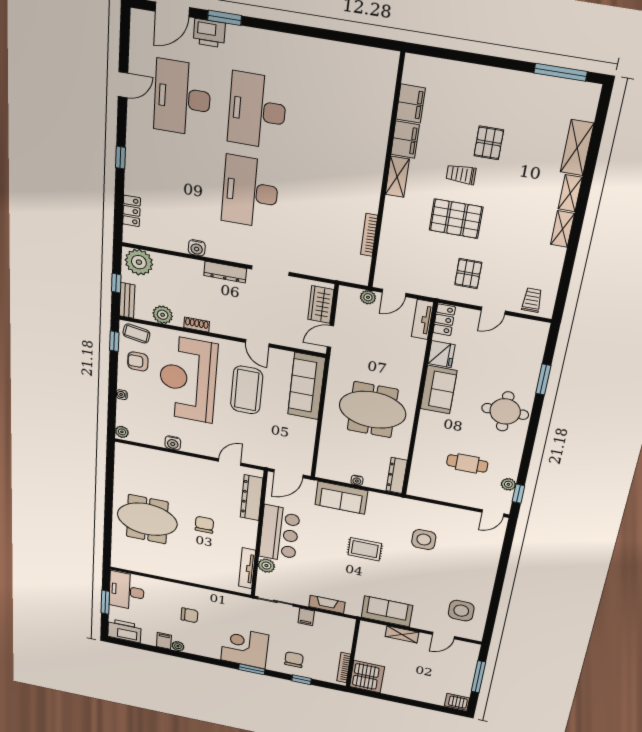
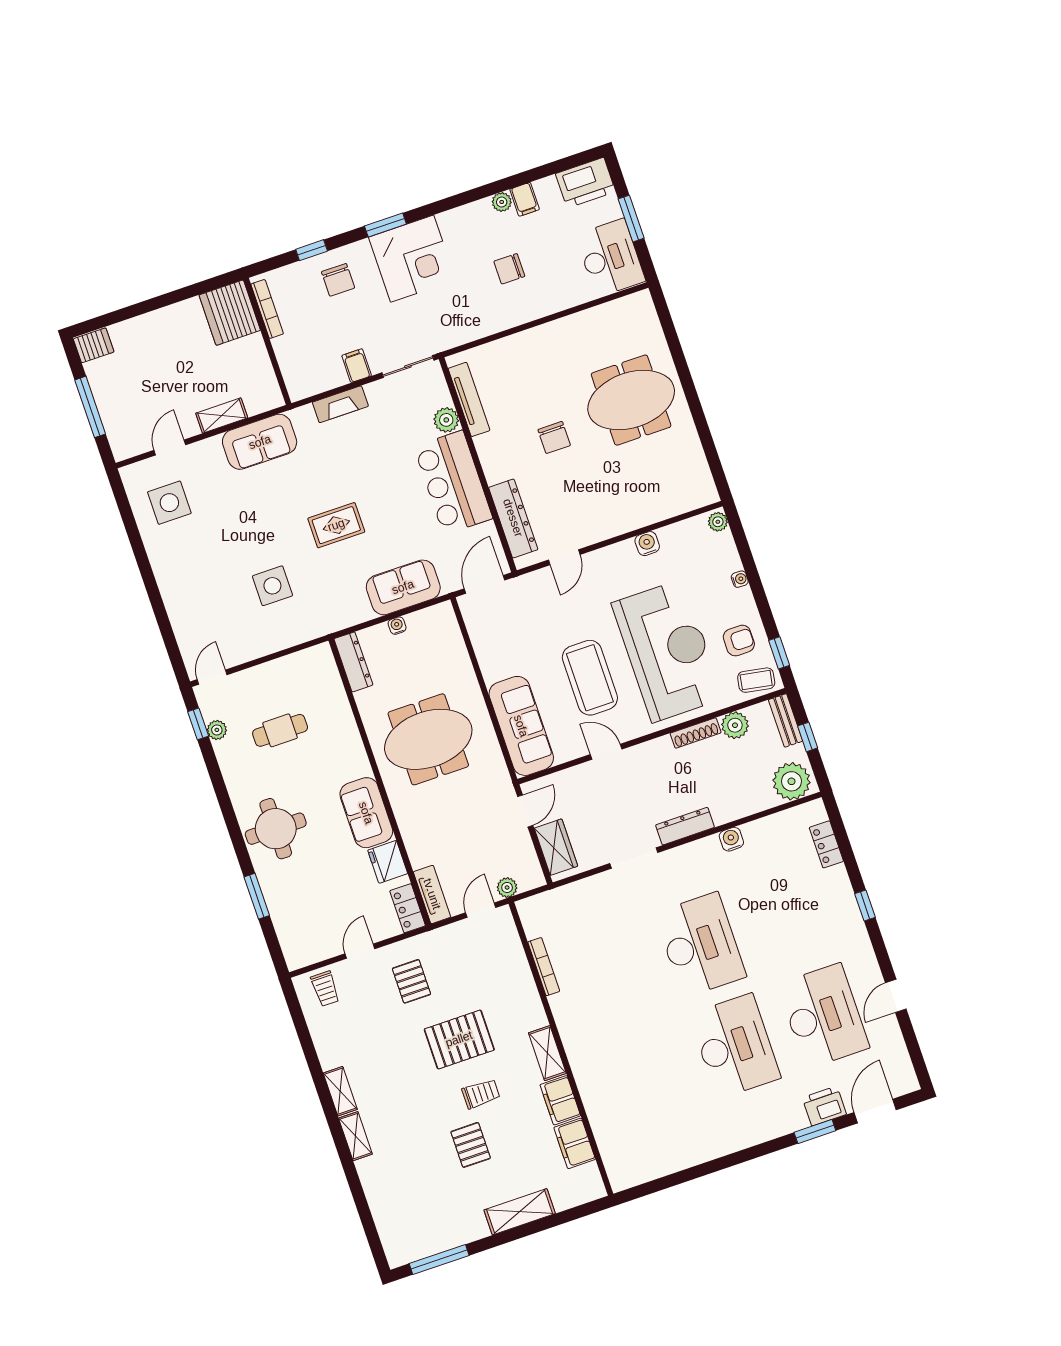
shelving: (577, 148) -> (520, 1212), moved, turned 90
shoe rack: (197, 325) -> (696, 733), width x1.43

